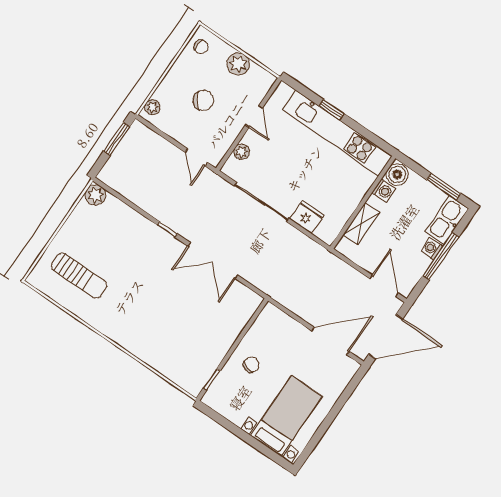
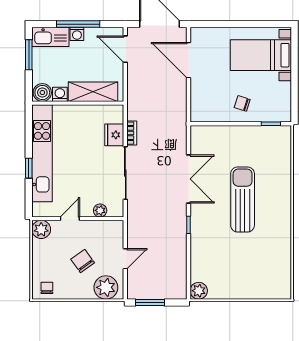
plant: (238, 64) -> (41, 229), moved
plant: (152, 107) -> (106, 287), width x1.88, depth x1.88
door: (196, 157) -> (125, 259), moved
shelving: (361, 224) -> (93, 92), width x1.50, depth x1.33
bookcase: (297, 235) -> (132, 133), added
sun lounger: (79, 276) -> (243, 199), moved, width x1.36, depth x1.34
door: (384, 286) -> (125, 49), hinge flipped

